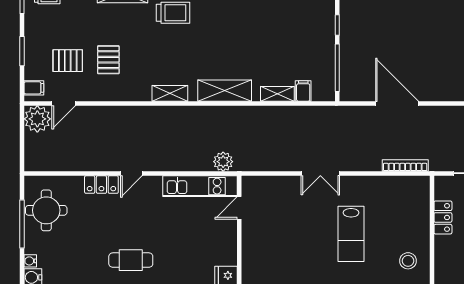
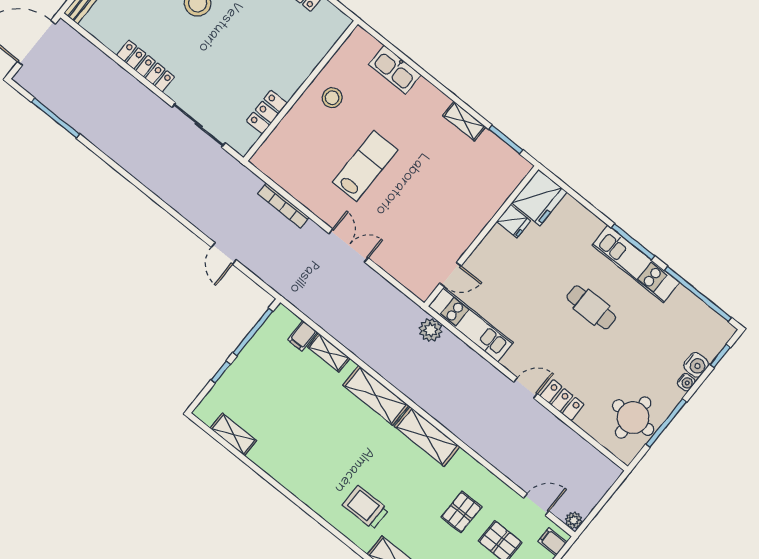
shelving: (170, 93) -> (427, 437), width x1.50, depth x1.33
door: (397, 103) -> (224, 253), width x0.53
plant: (37, 119) -> (574, 520), width x0.53, depth x0.53
bookcase: (405, 166) -> (283, 206), moved

